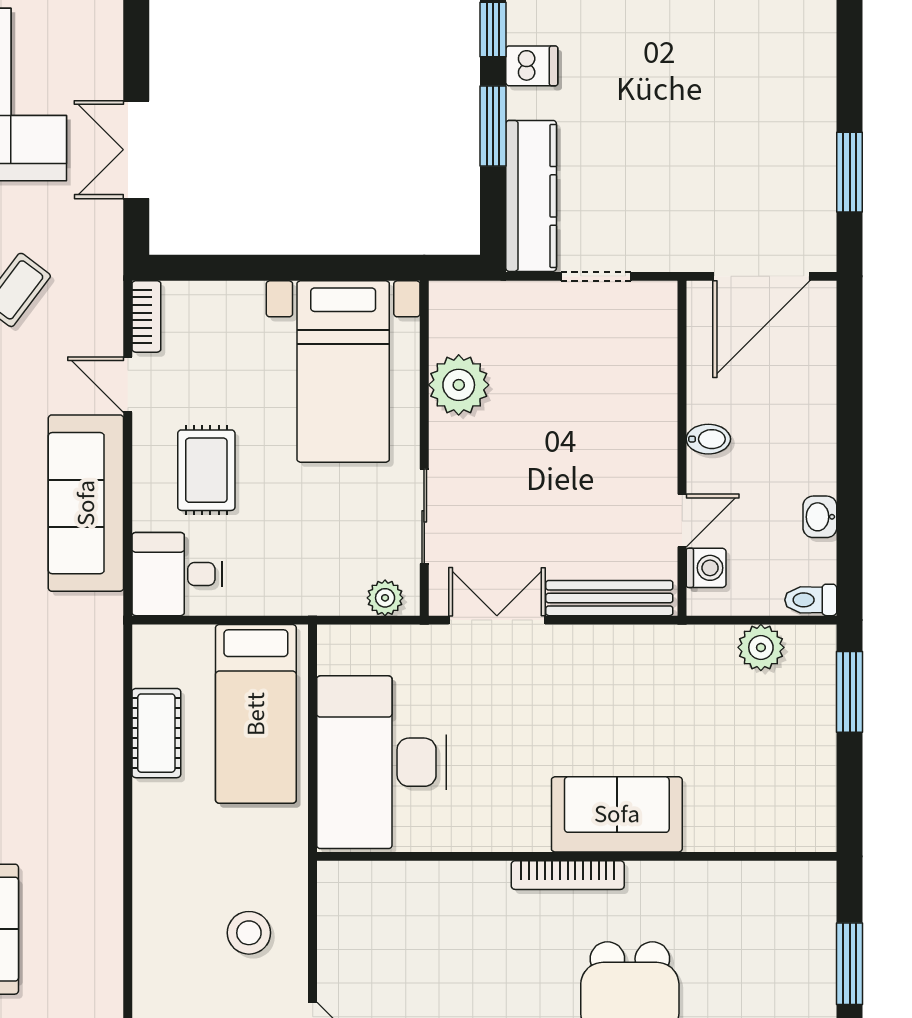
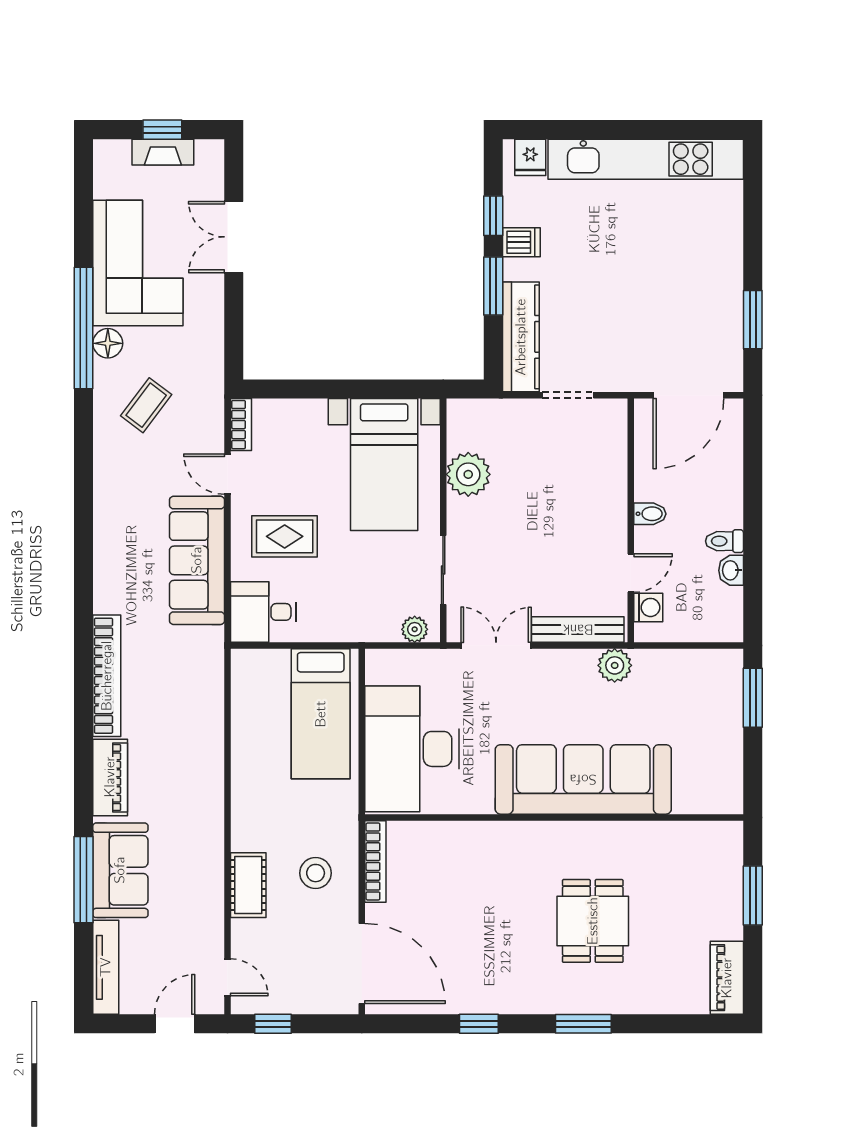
double door: (136, 150) -> (234, 237), moved
rug: (206, 470) -> (285, 536), turned 90
toilet: (811, 600) -> (724, 541), moved
plant: (761, 647) -> (615, 665), moved
cot: (156, 733) -> (248, 885), moved
sofa: (617, 814) -> (583, 779), width x1.85, depth x1.27
bookcase: (568, 875) -> (375, 861), moved, turned -90

